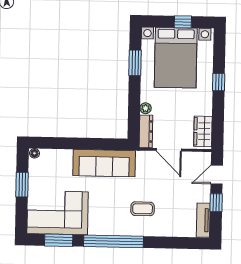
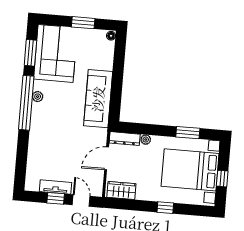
coffee table: (143, 209) -> (54, 131), removed
tv unit: (203, 220) -> (56, 187), moved
plant: (106, 229) -> (38, 97), added

